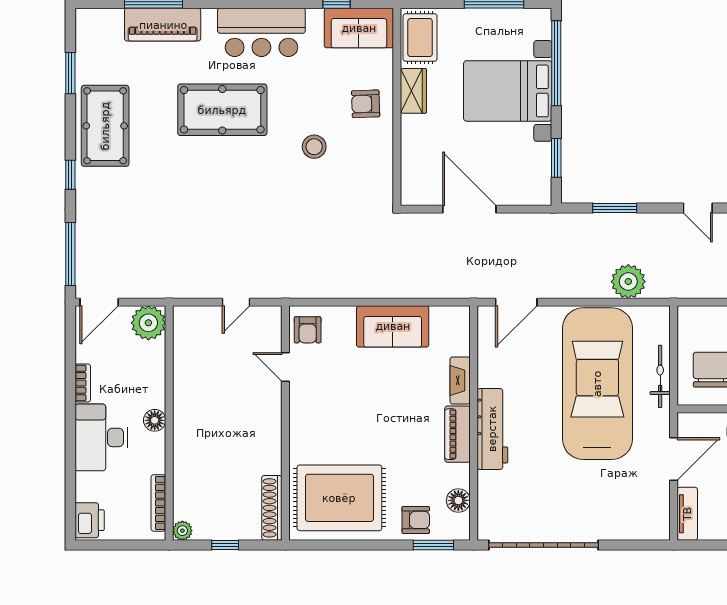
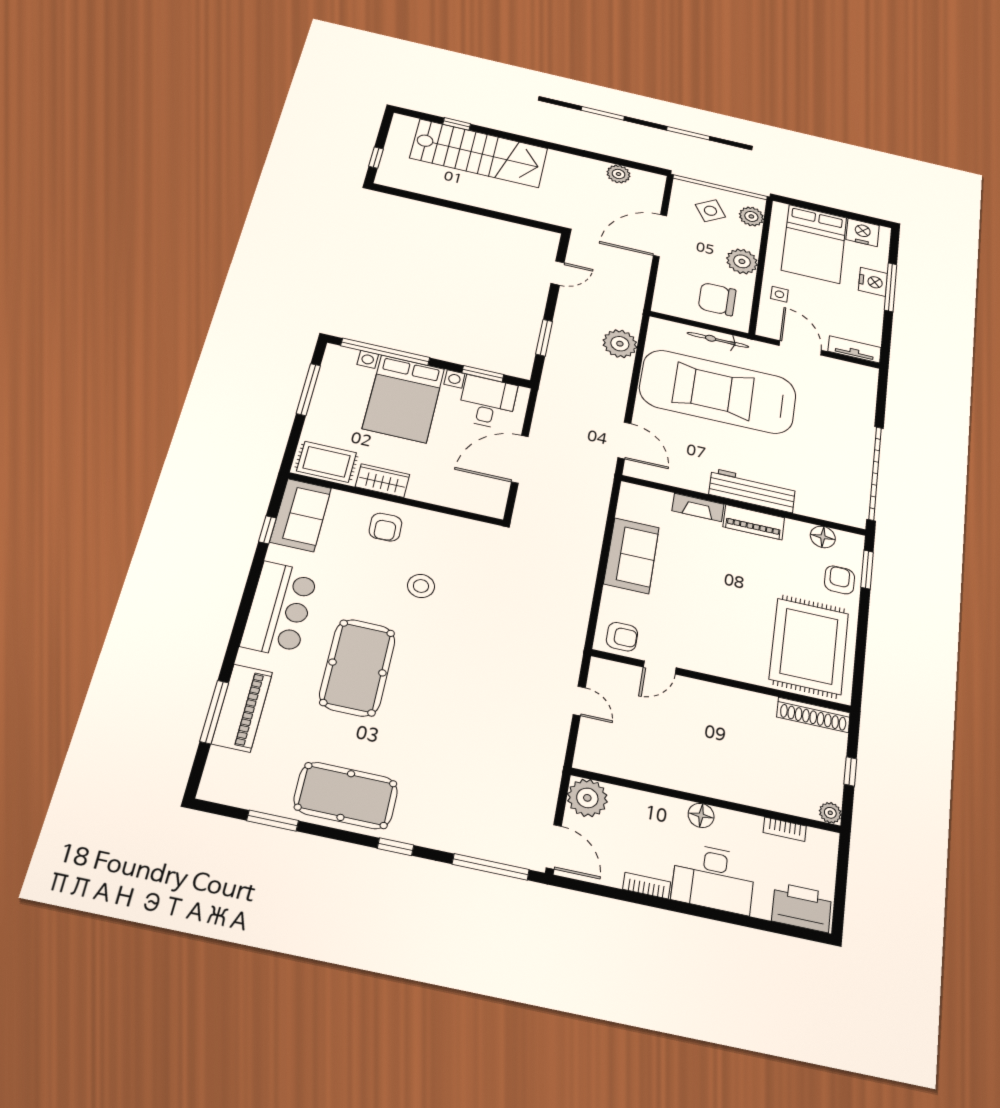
desk: (525, 168) -> (487, 402), added
bookcase: (158, 503) -> (785, 829), width x0.64
printer: (90, 520) -> (802, 907), width x1.37, depth x1.19

